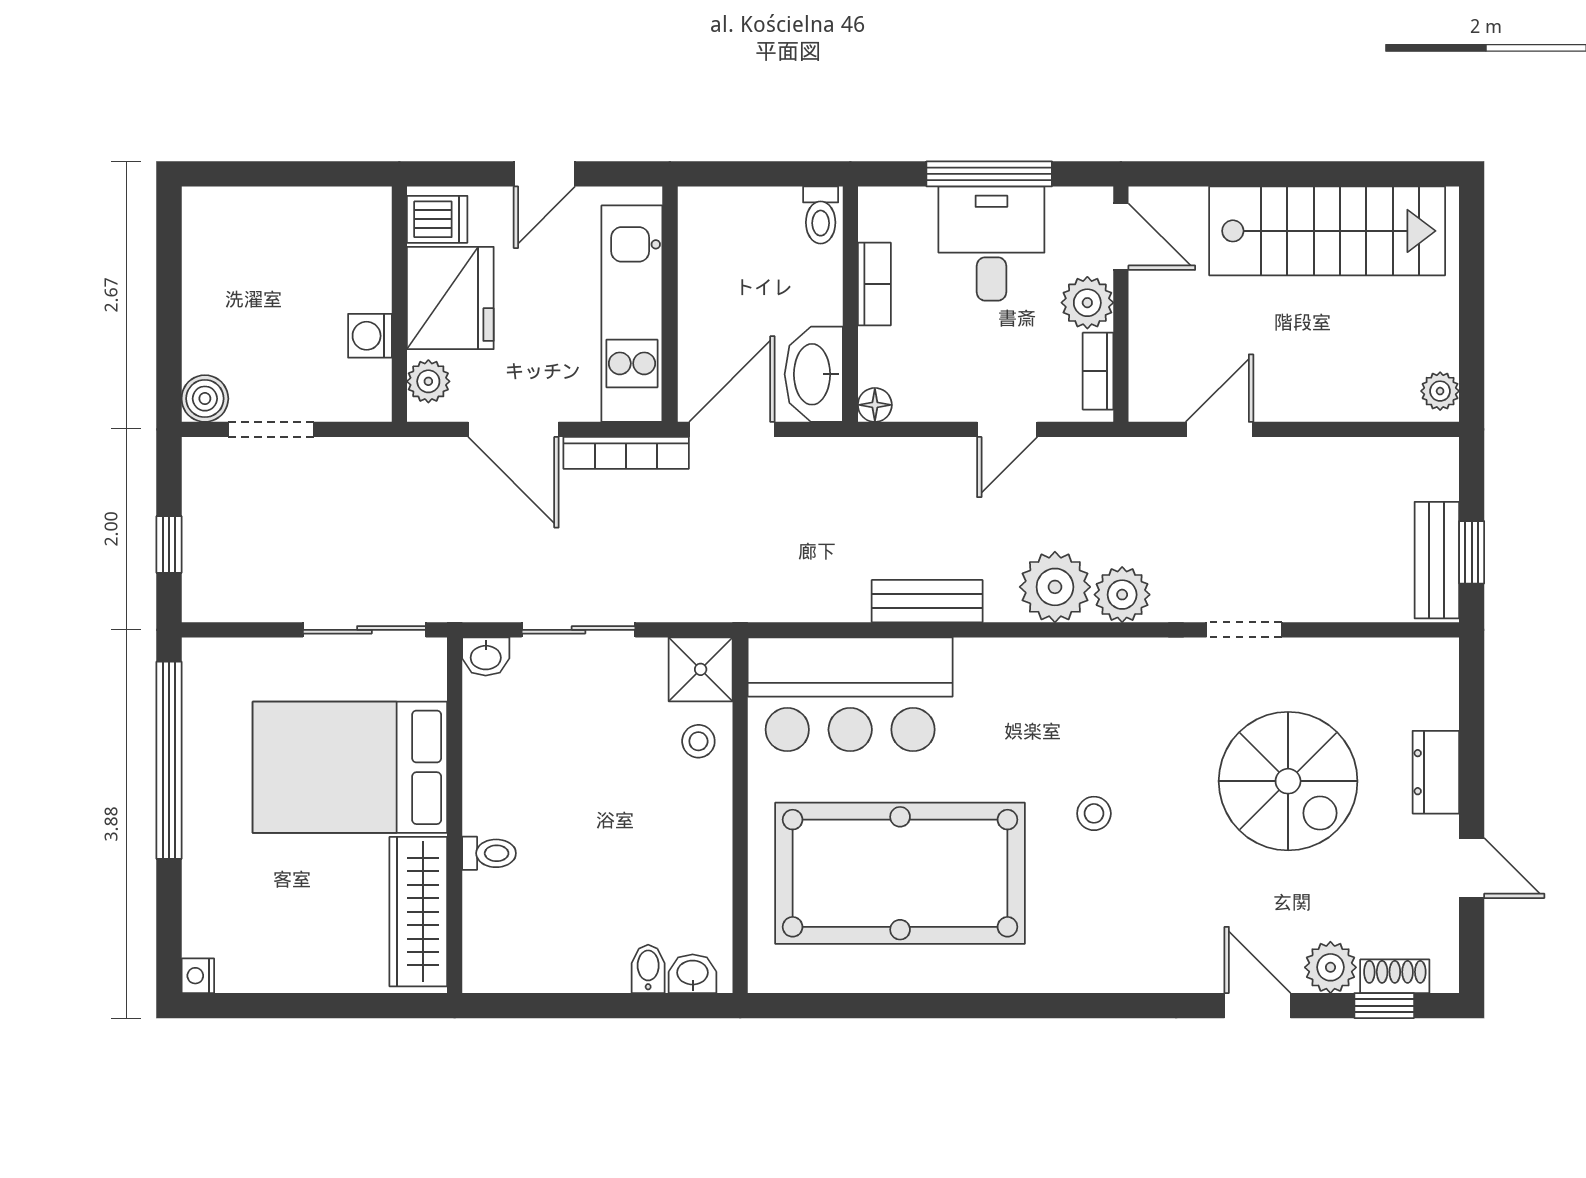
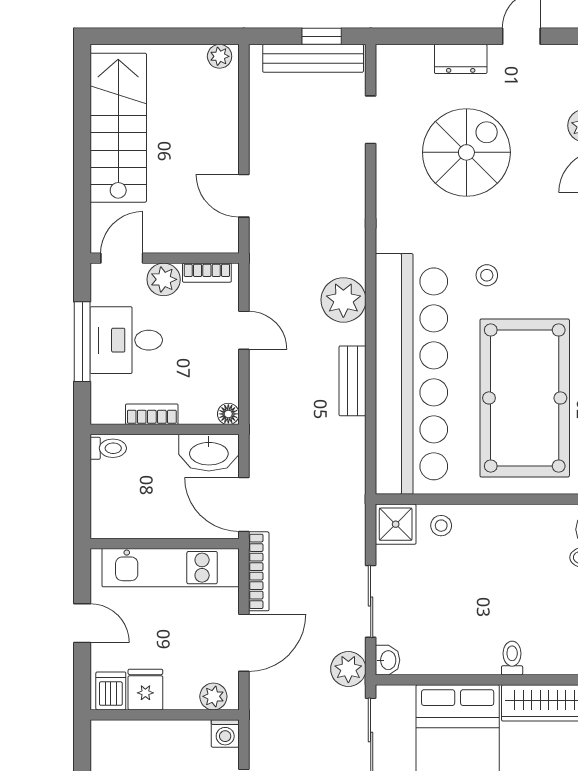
fridge: (450, 298) -> (145, 690), width x0.53, depth x0.75
washing machine: (370, 336) -> (225, 733), moved
bench: (1437, 560) -> (313, 58), width x1.36
plant: (1122, 595) -> (348, 669), moved
doorway: (1244, 630) -> (371, 120), moved
bar counter: (850, 694) -> (411, 374), width x1.86

